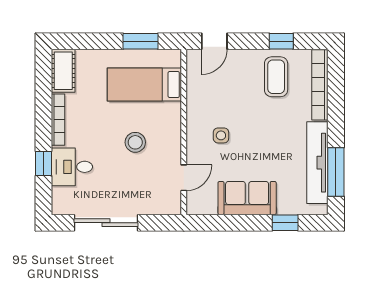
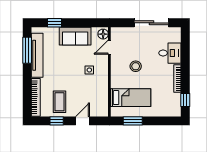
door: (214, 41) -> (82, 121), moved
cot: (63, 71) -> (175, 105), removed
window: (44, 163) -> (185, 100), moved
floor lamp: (196, 202) -> (103, 34), added

